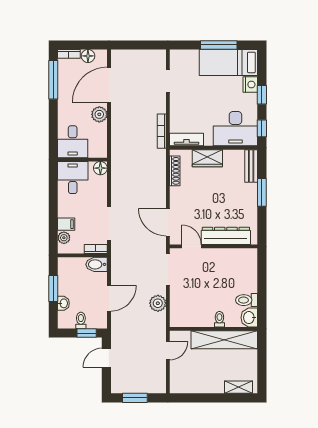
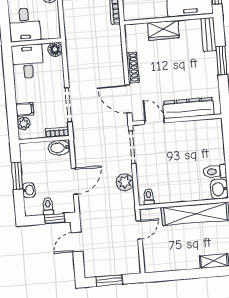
tv unit: (186, 140) -> (140, 13), removed
shoe rack: (175, 171) -> (133, 68), moved
toilet: (219, 319) -> (149, 197), moved

